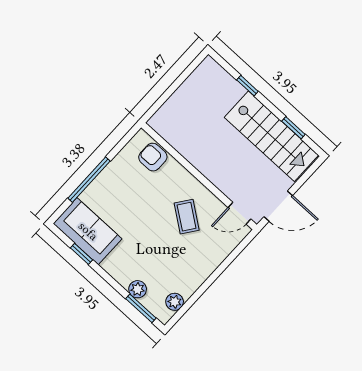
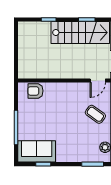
coffee table: (187, 217) -> (95, 114), moved
plant: (138, 289) -> (83, 157), removed

